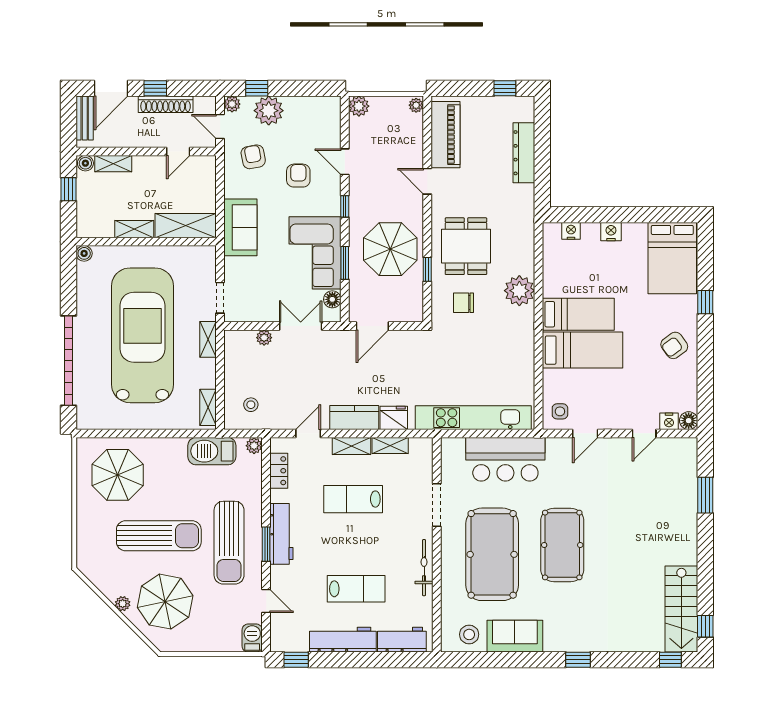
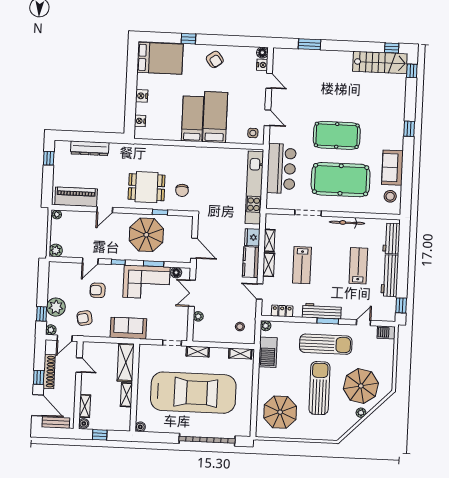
plant: (519, 291) -> (176, 155), removed
car: (142, 335) -> (193, 393), turned 180

